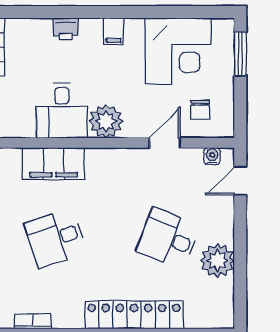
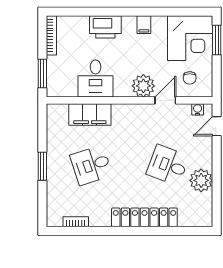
printer: (66, 29) -> (105, 27), width x1.87, depth x1.48
filing cabinet: (114, 31) -> (144, 25), moved
corner desk: (178, 51) -> (190, 38), moved
plant: (106, 121) -> (143, 86), moved

